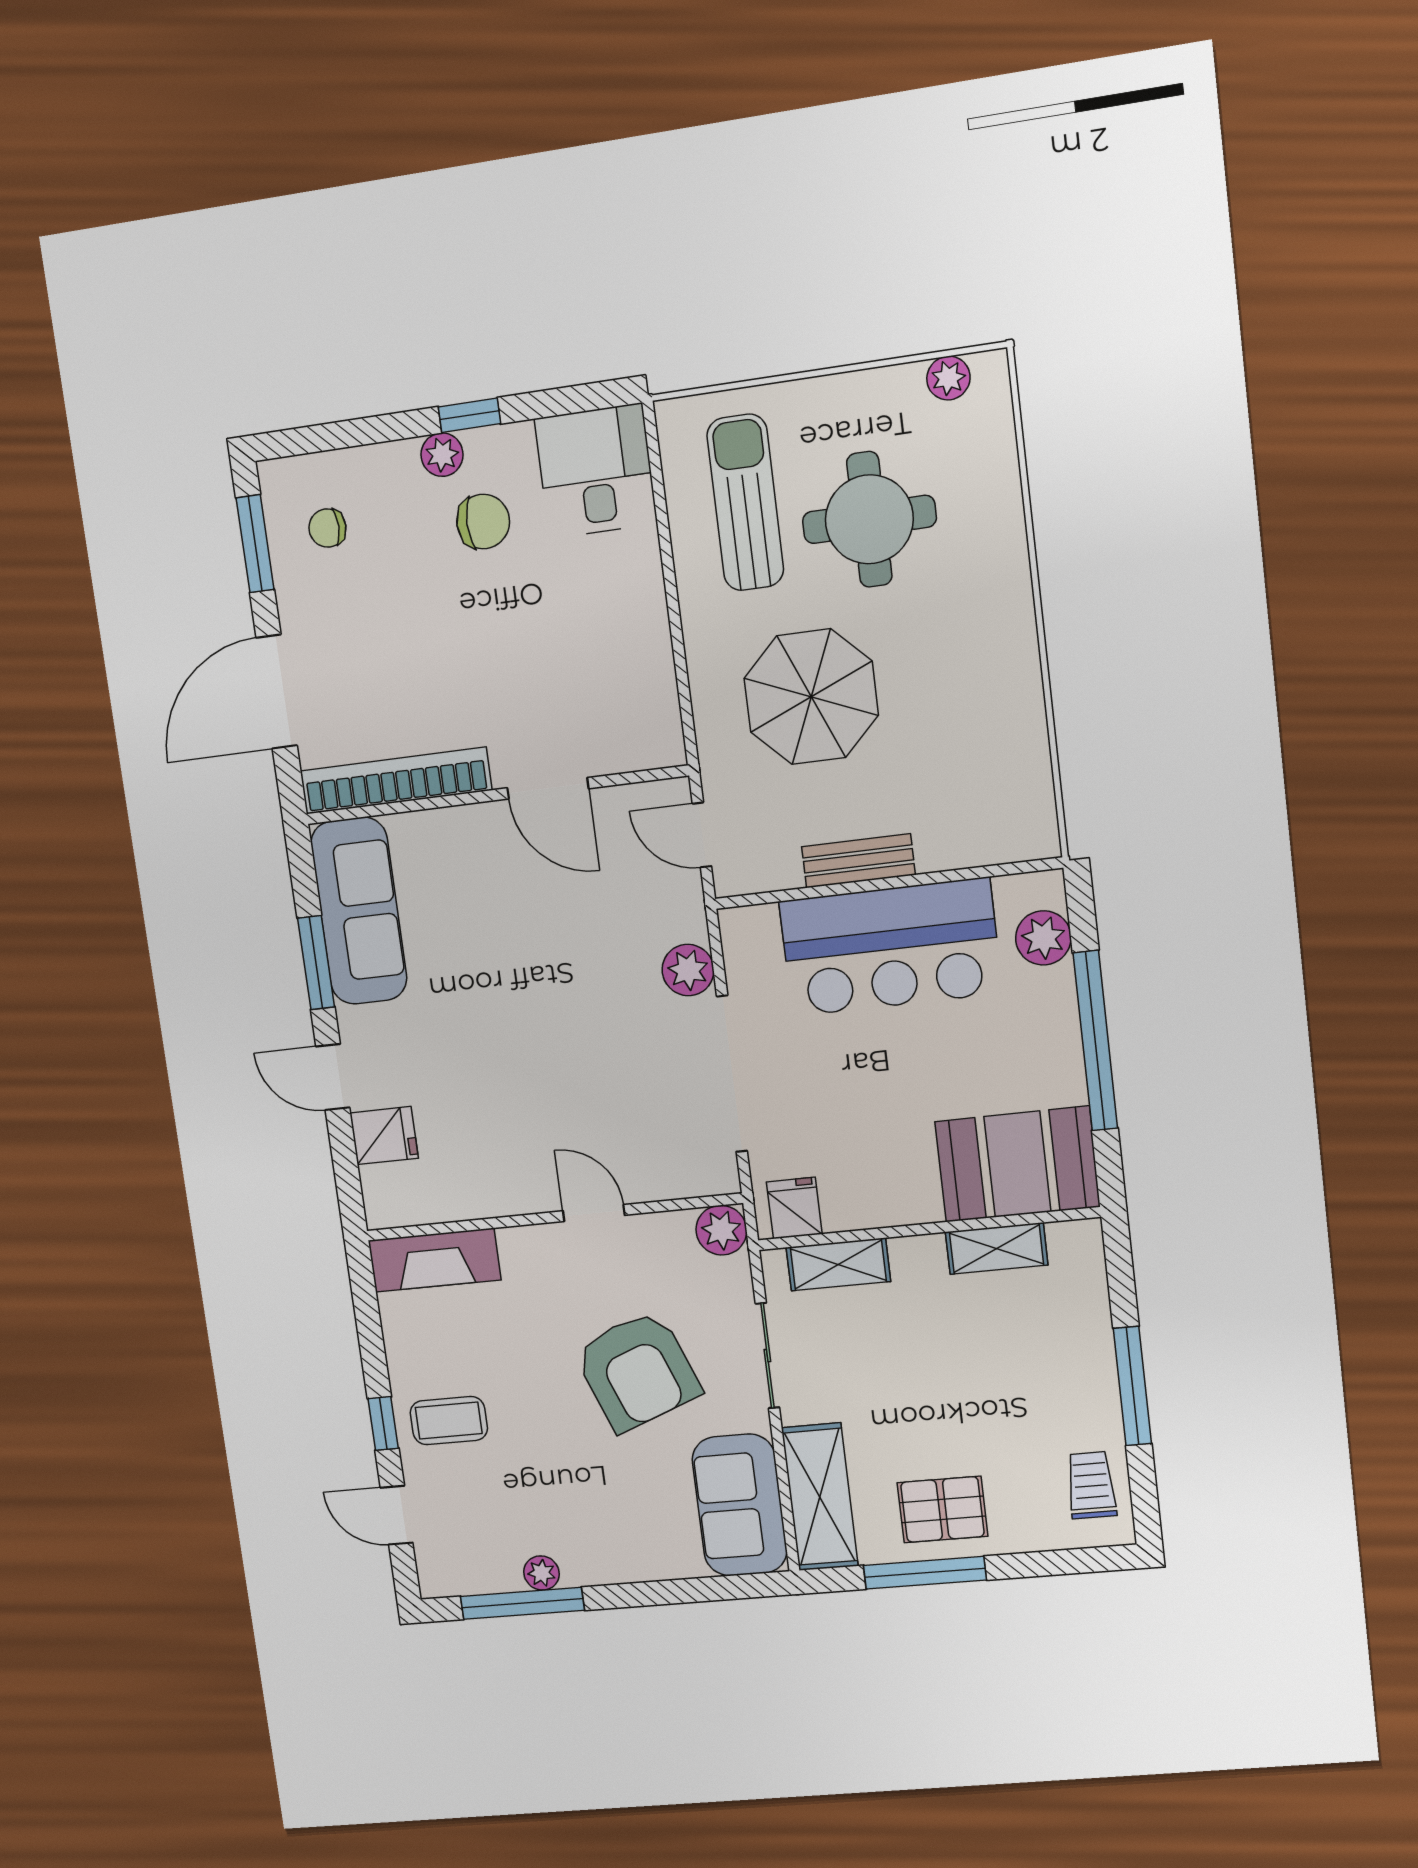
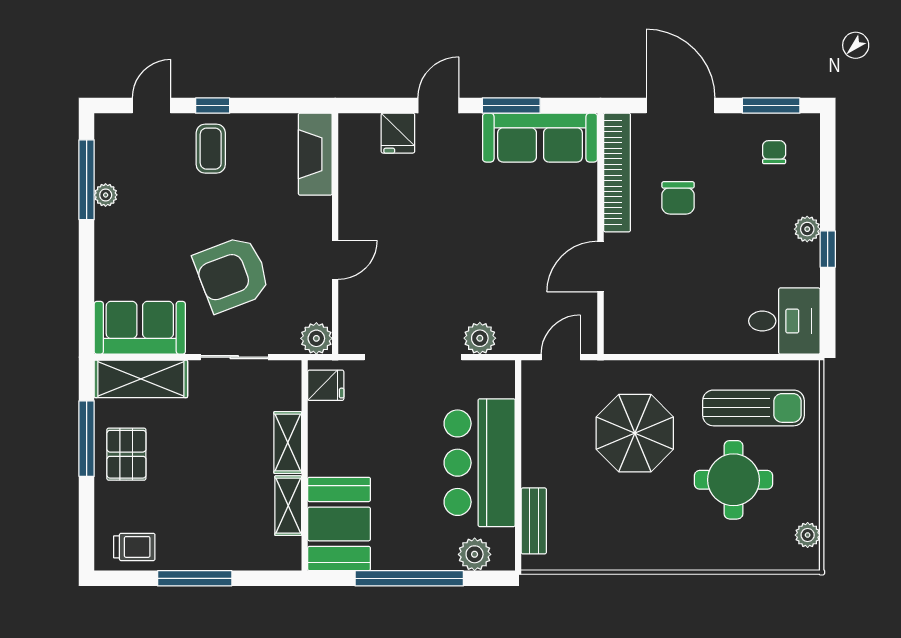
chair: (483, 522) -> (678, 198), moved
bench: (858, 861) -> (534, 521), moved
shelving: (838, 1264) -> (288, 443), moved

